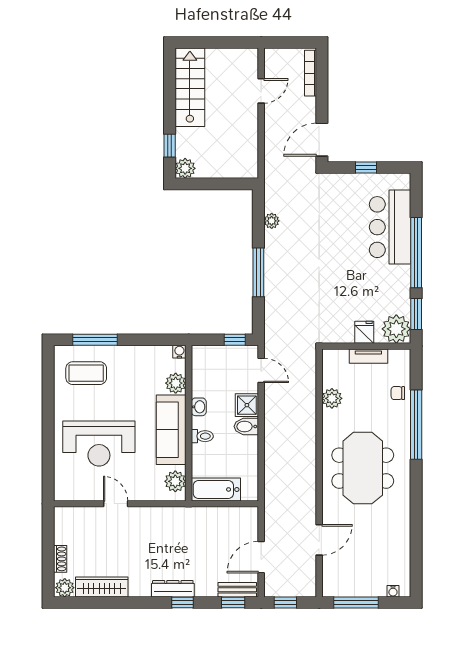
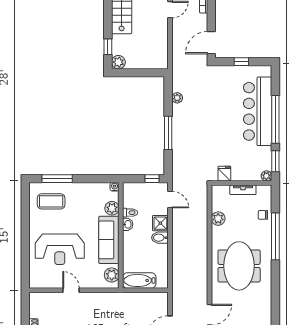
bar counter: (390, 227) -> (258, 111), width x1.36
plant: (396, 329) -> (266, 176), width x0.53, depth x0.53
fridge: (364, 332) -> (224, 174), moved
toilet: (202, 436) -> (130, 213), moved

